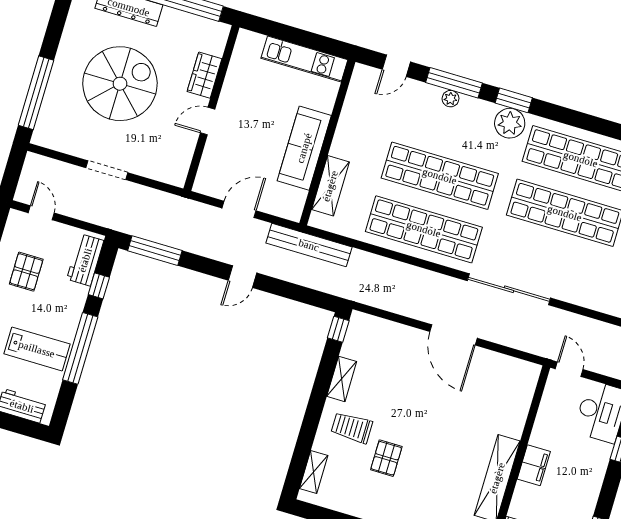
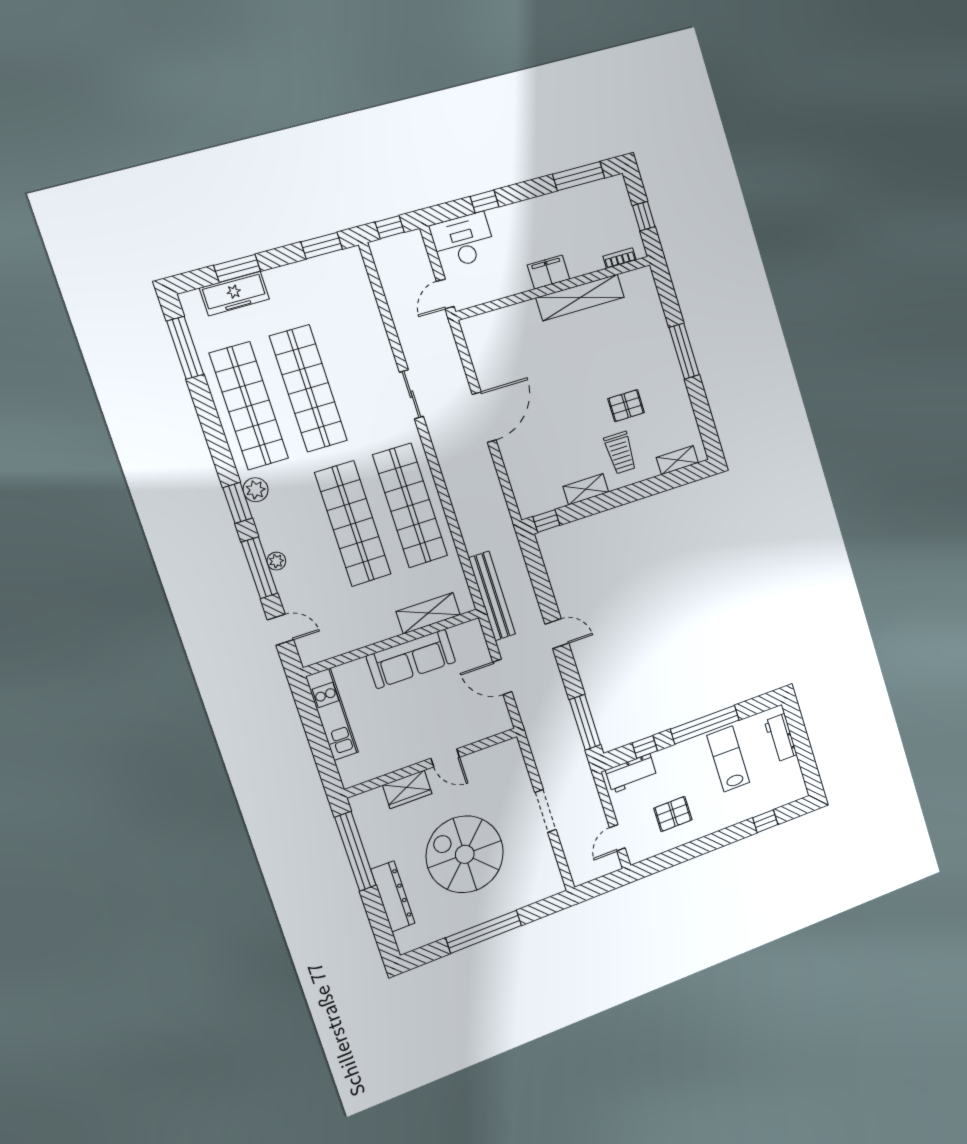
window: (36, 93) -> (484, 932), moved
plant: (510, 123) -> (256, 490), width x0.73, depth x0.73
sliding door: (509, 289) -> (411, 394), width x0.54

